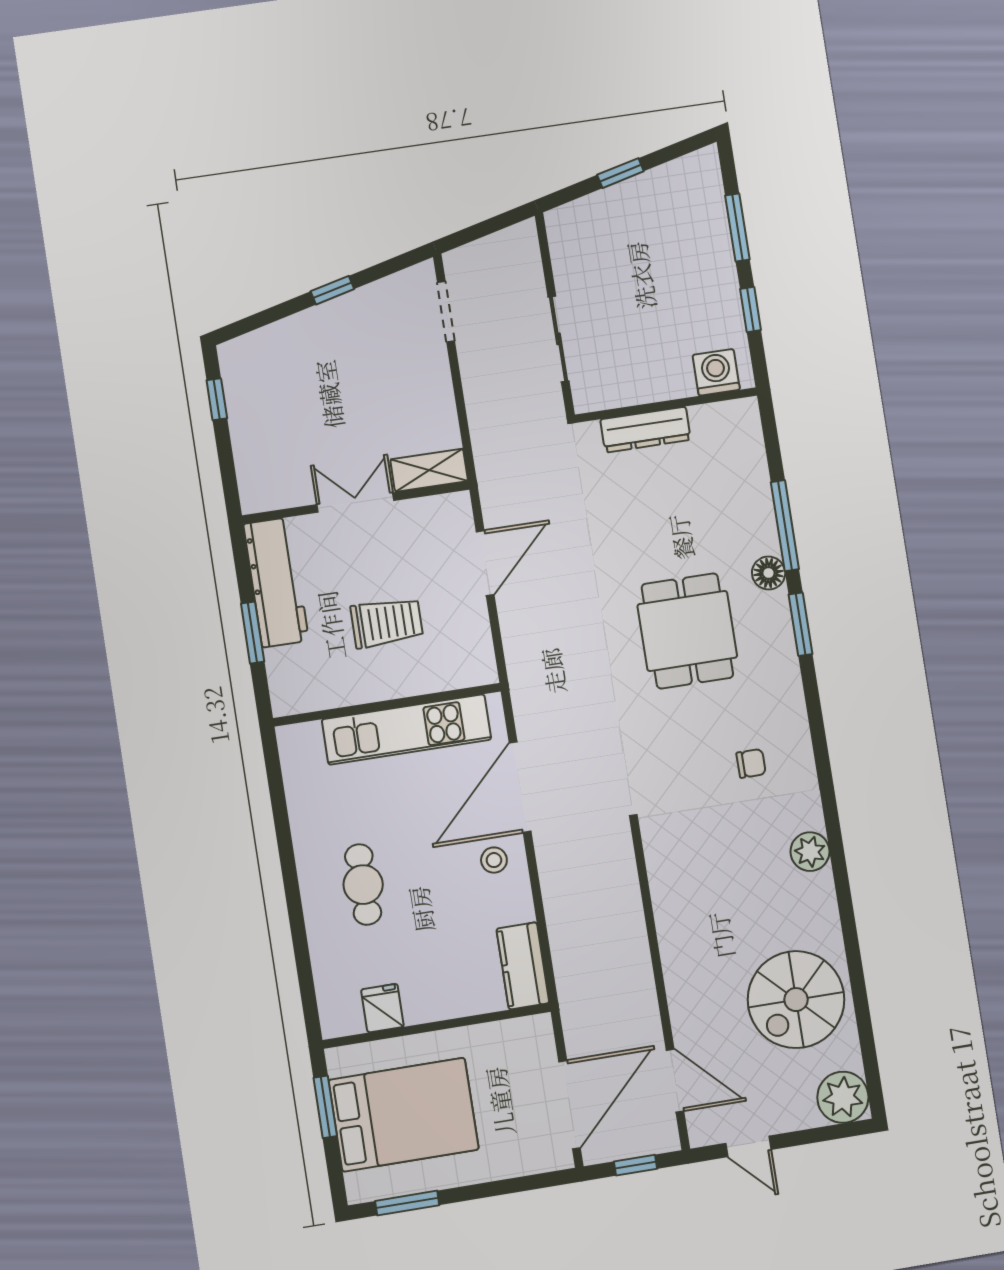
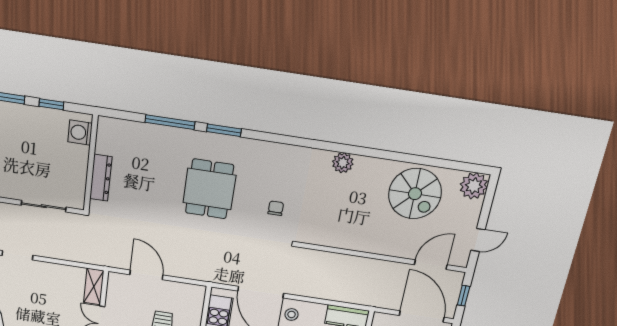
floor lamp: (769, 573) -> (192, 138), removed
dining table: (687, 631) -> (209, 189), turned 90
chair: (751, 763) -> (276, 208), moved

